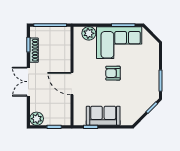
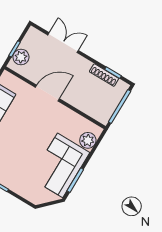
armchair: (113, 73) -> (33, 141), removed
double door: (28, 82) -> (63, 43), moved
plant: (37, 119) -> (21, 57), moved

